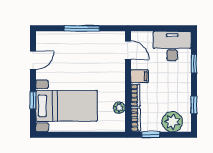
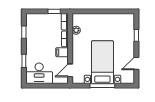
door: (128, 50) -> (70, 70), hinge flipped
bed with nightstands: (67, 106) -> (102, 62), moved, turned 90
plant: (172, 122) -> (39, 20), removed

